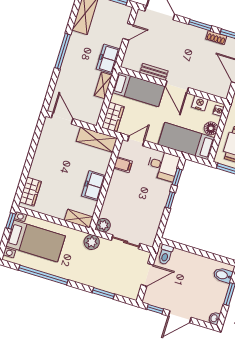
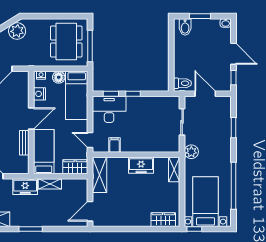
window: (63, 51) -> (31, 229), width x0.69
desk: (163, 166) -> (109, 109), width x1.37
plant: (103, 225) -> (173, 146), removed

